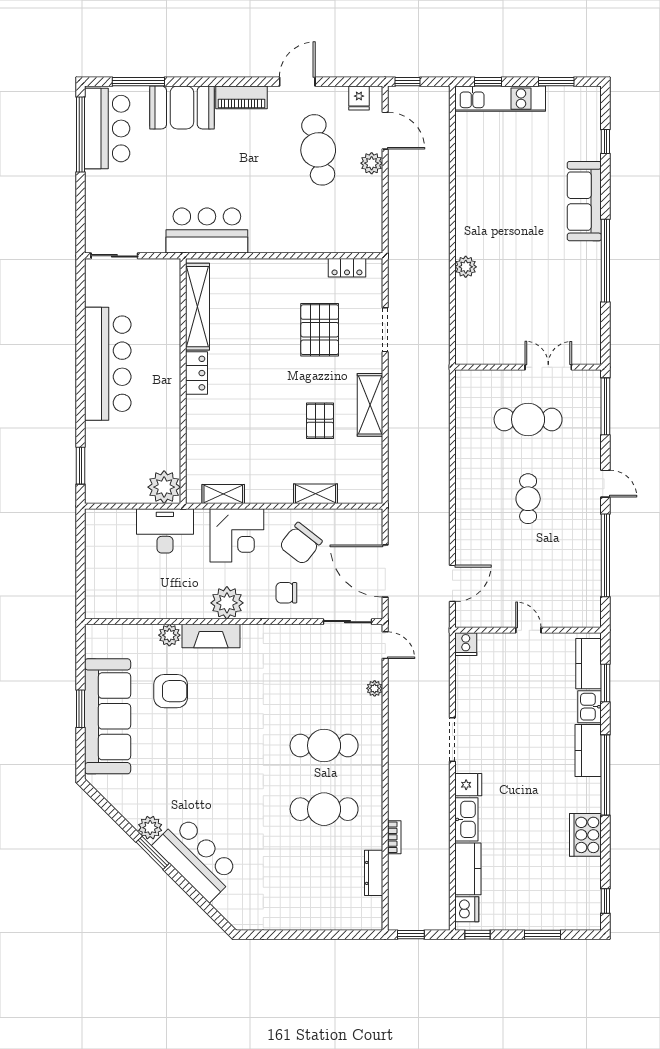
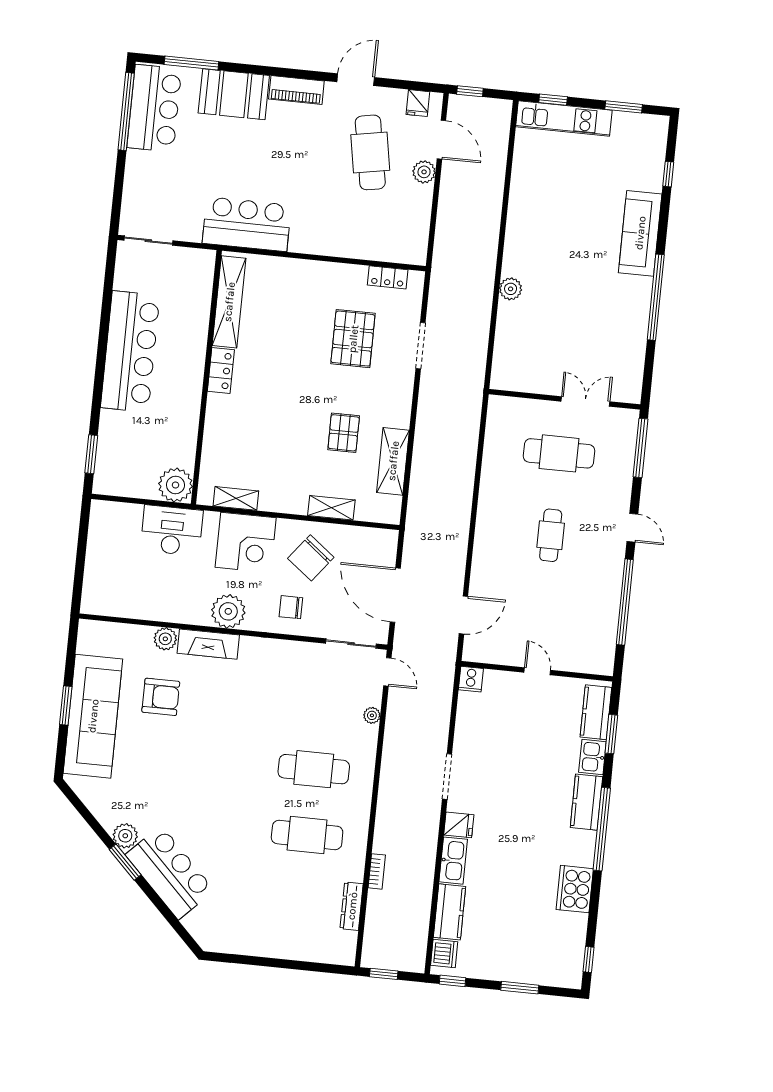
shelving: (370, 405) -> (393, 461), moved

